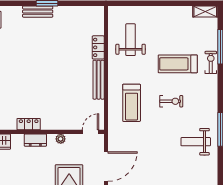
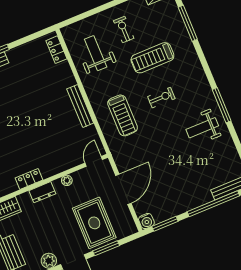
locker: (98, 47) -> (56, 50), moved
exercise bike: (211, 62) -> (124, 29), moved

